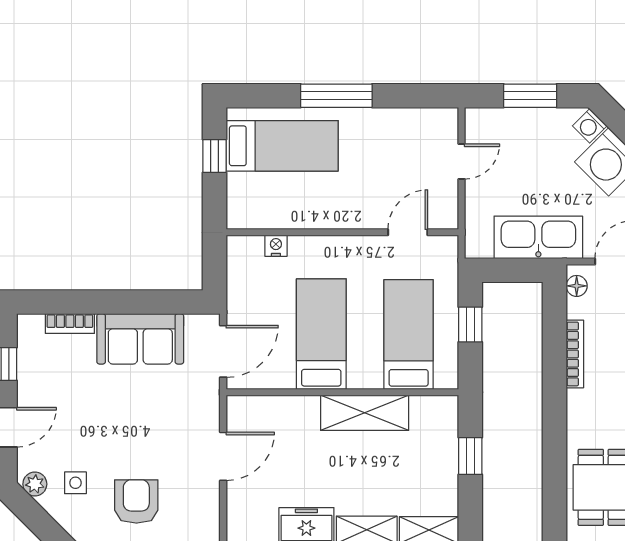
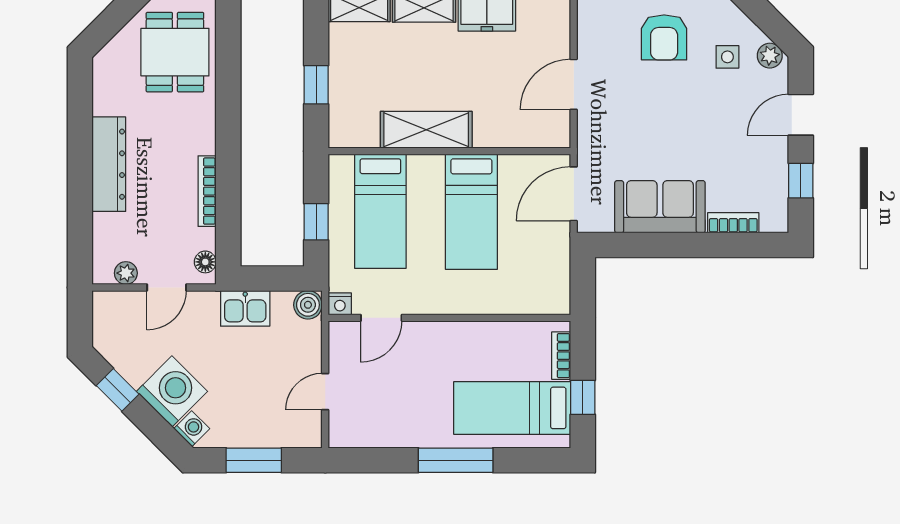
bookcase: (235, 196) -> (561, 356), added
kitchen sink: (538, 237) -> (245, 308), width x0.53, depth x0.81
boiler: (478, 245) -> (308, 305), added
nightstand: (276, 246) -> (340, 304), moved

